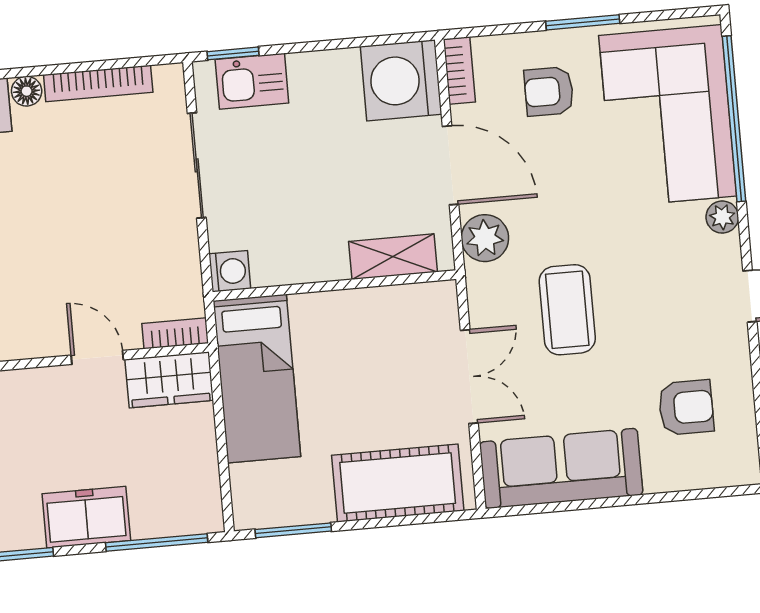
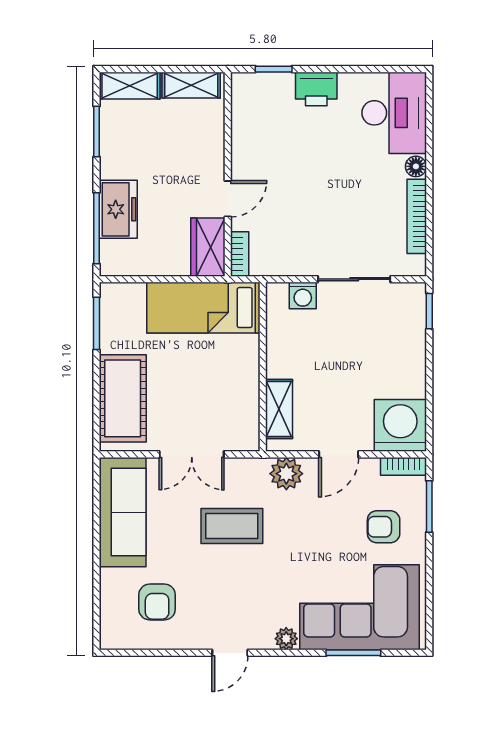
window: (583, 22) -> (429, 507), moved
kitchen sink: (252, 81) -> (409, 323), removed
armchair: (549, 91) -> (384, 527), turned -90
window: (734, 119) -> (353, 653), width x0.47
door: (450, 165) -> (339, 454), width x0.73
washing machine: (230, 271) -> (303, 296), moved
freezer: (86, 517) -> (118, 209), moved

